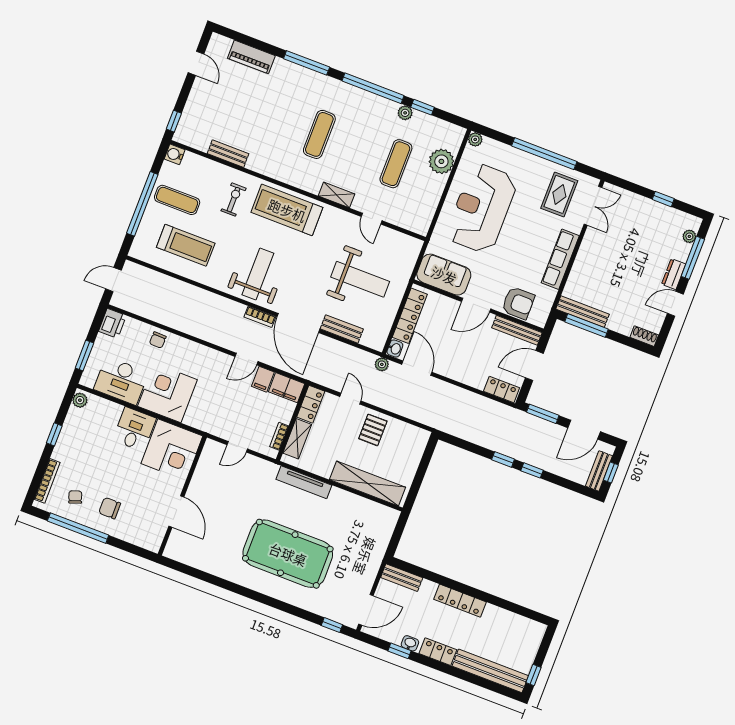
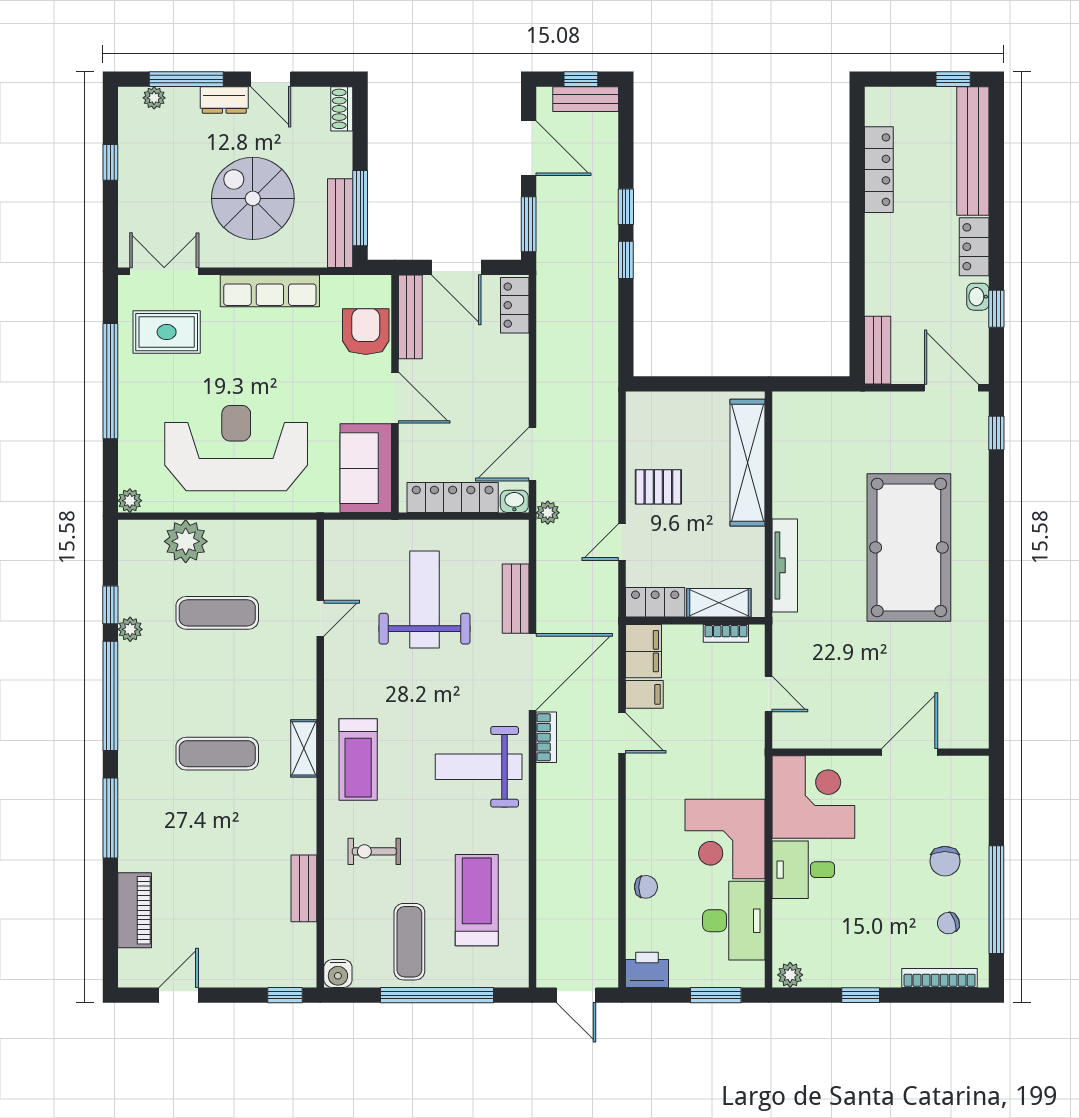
shelving: (337, 195) -> (304, 748), moved
reception desk: (482, 208) -> (236, 448), turned 180
treadmill: (287, 210) -> (358, 760), width x0.73, depth x0.73
spiral stairs: (614, 269) -> (253, 198), added
locker: (460, 601) -> (879, 170), moved

